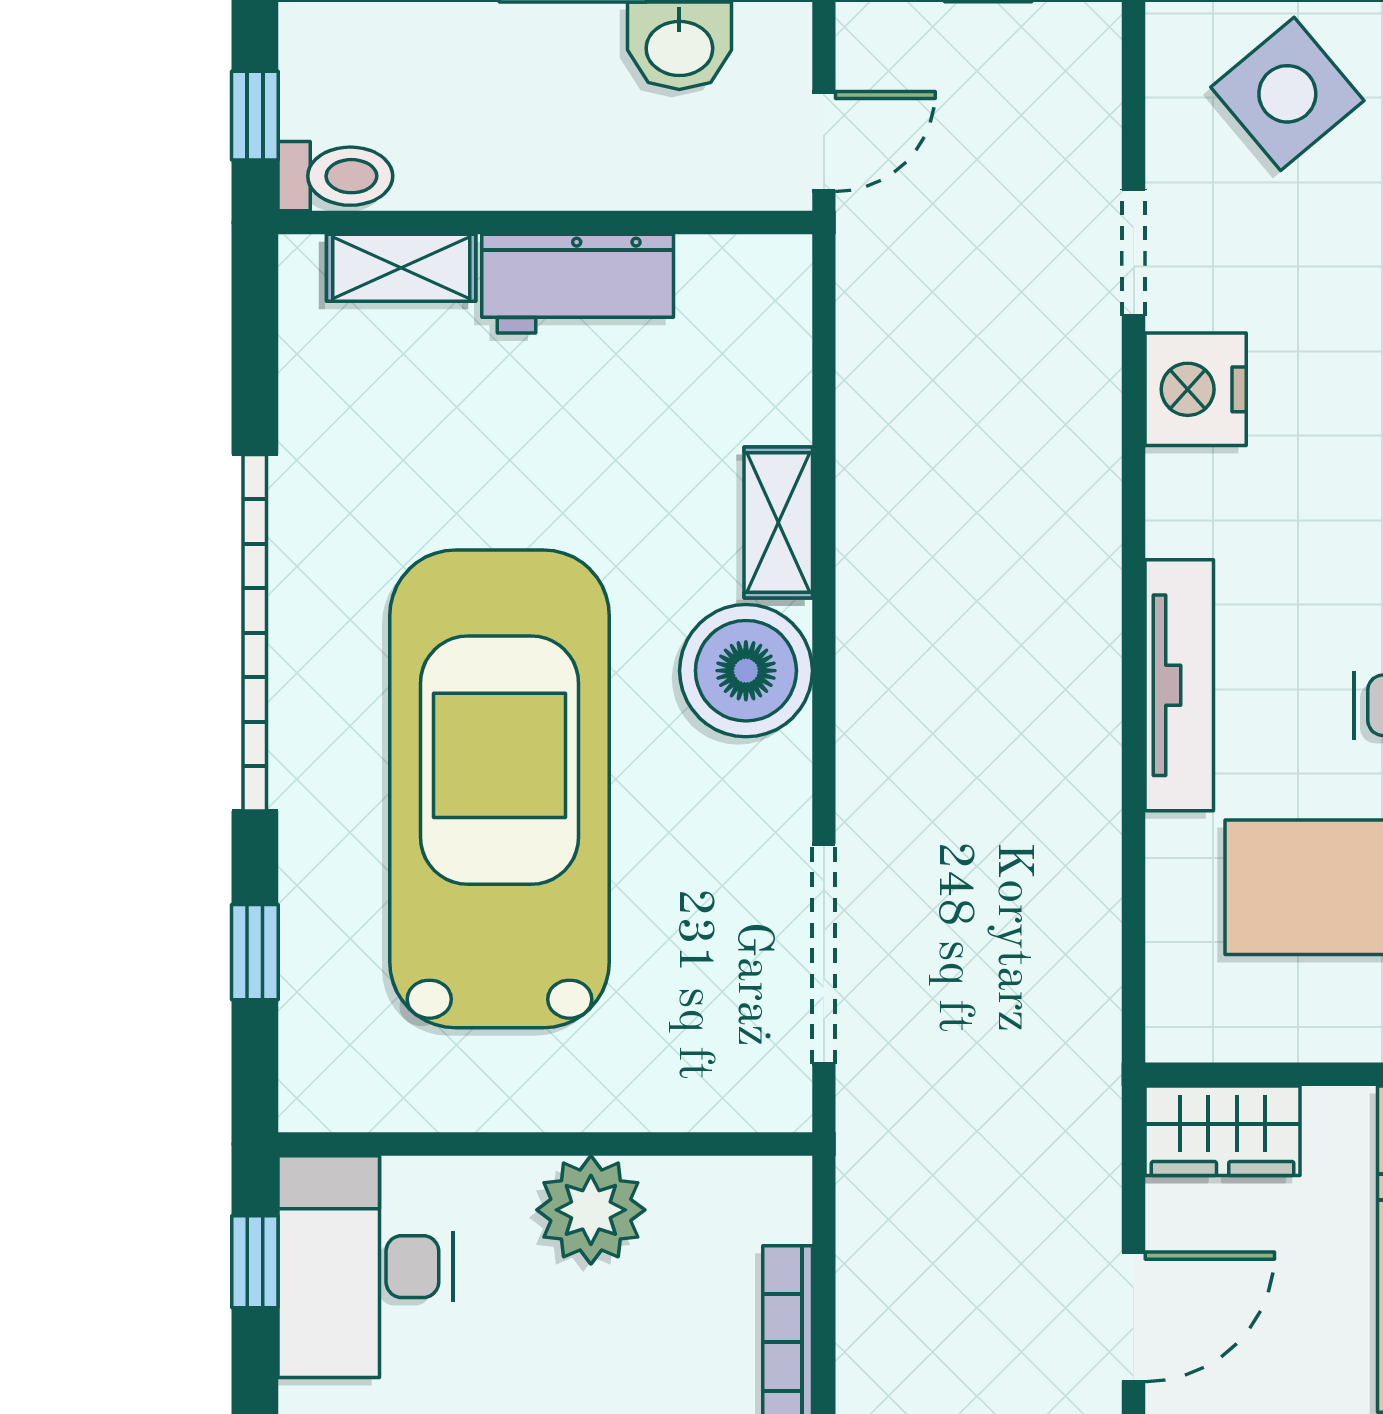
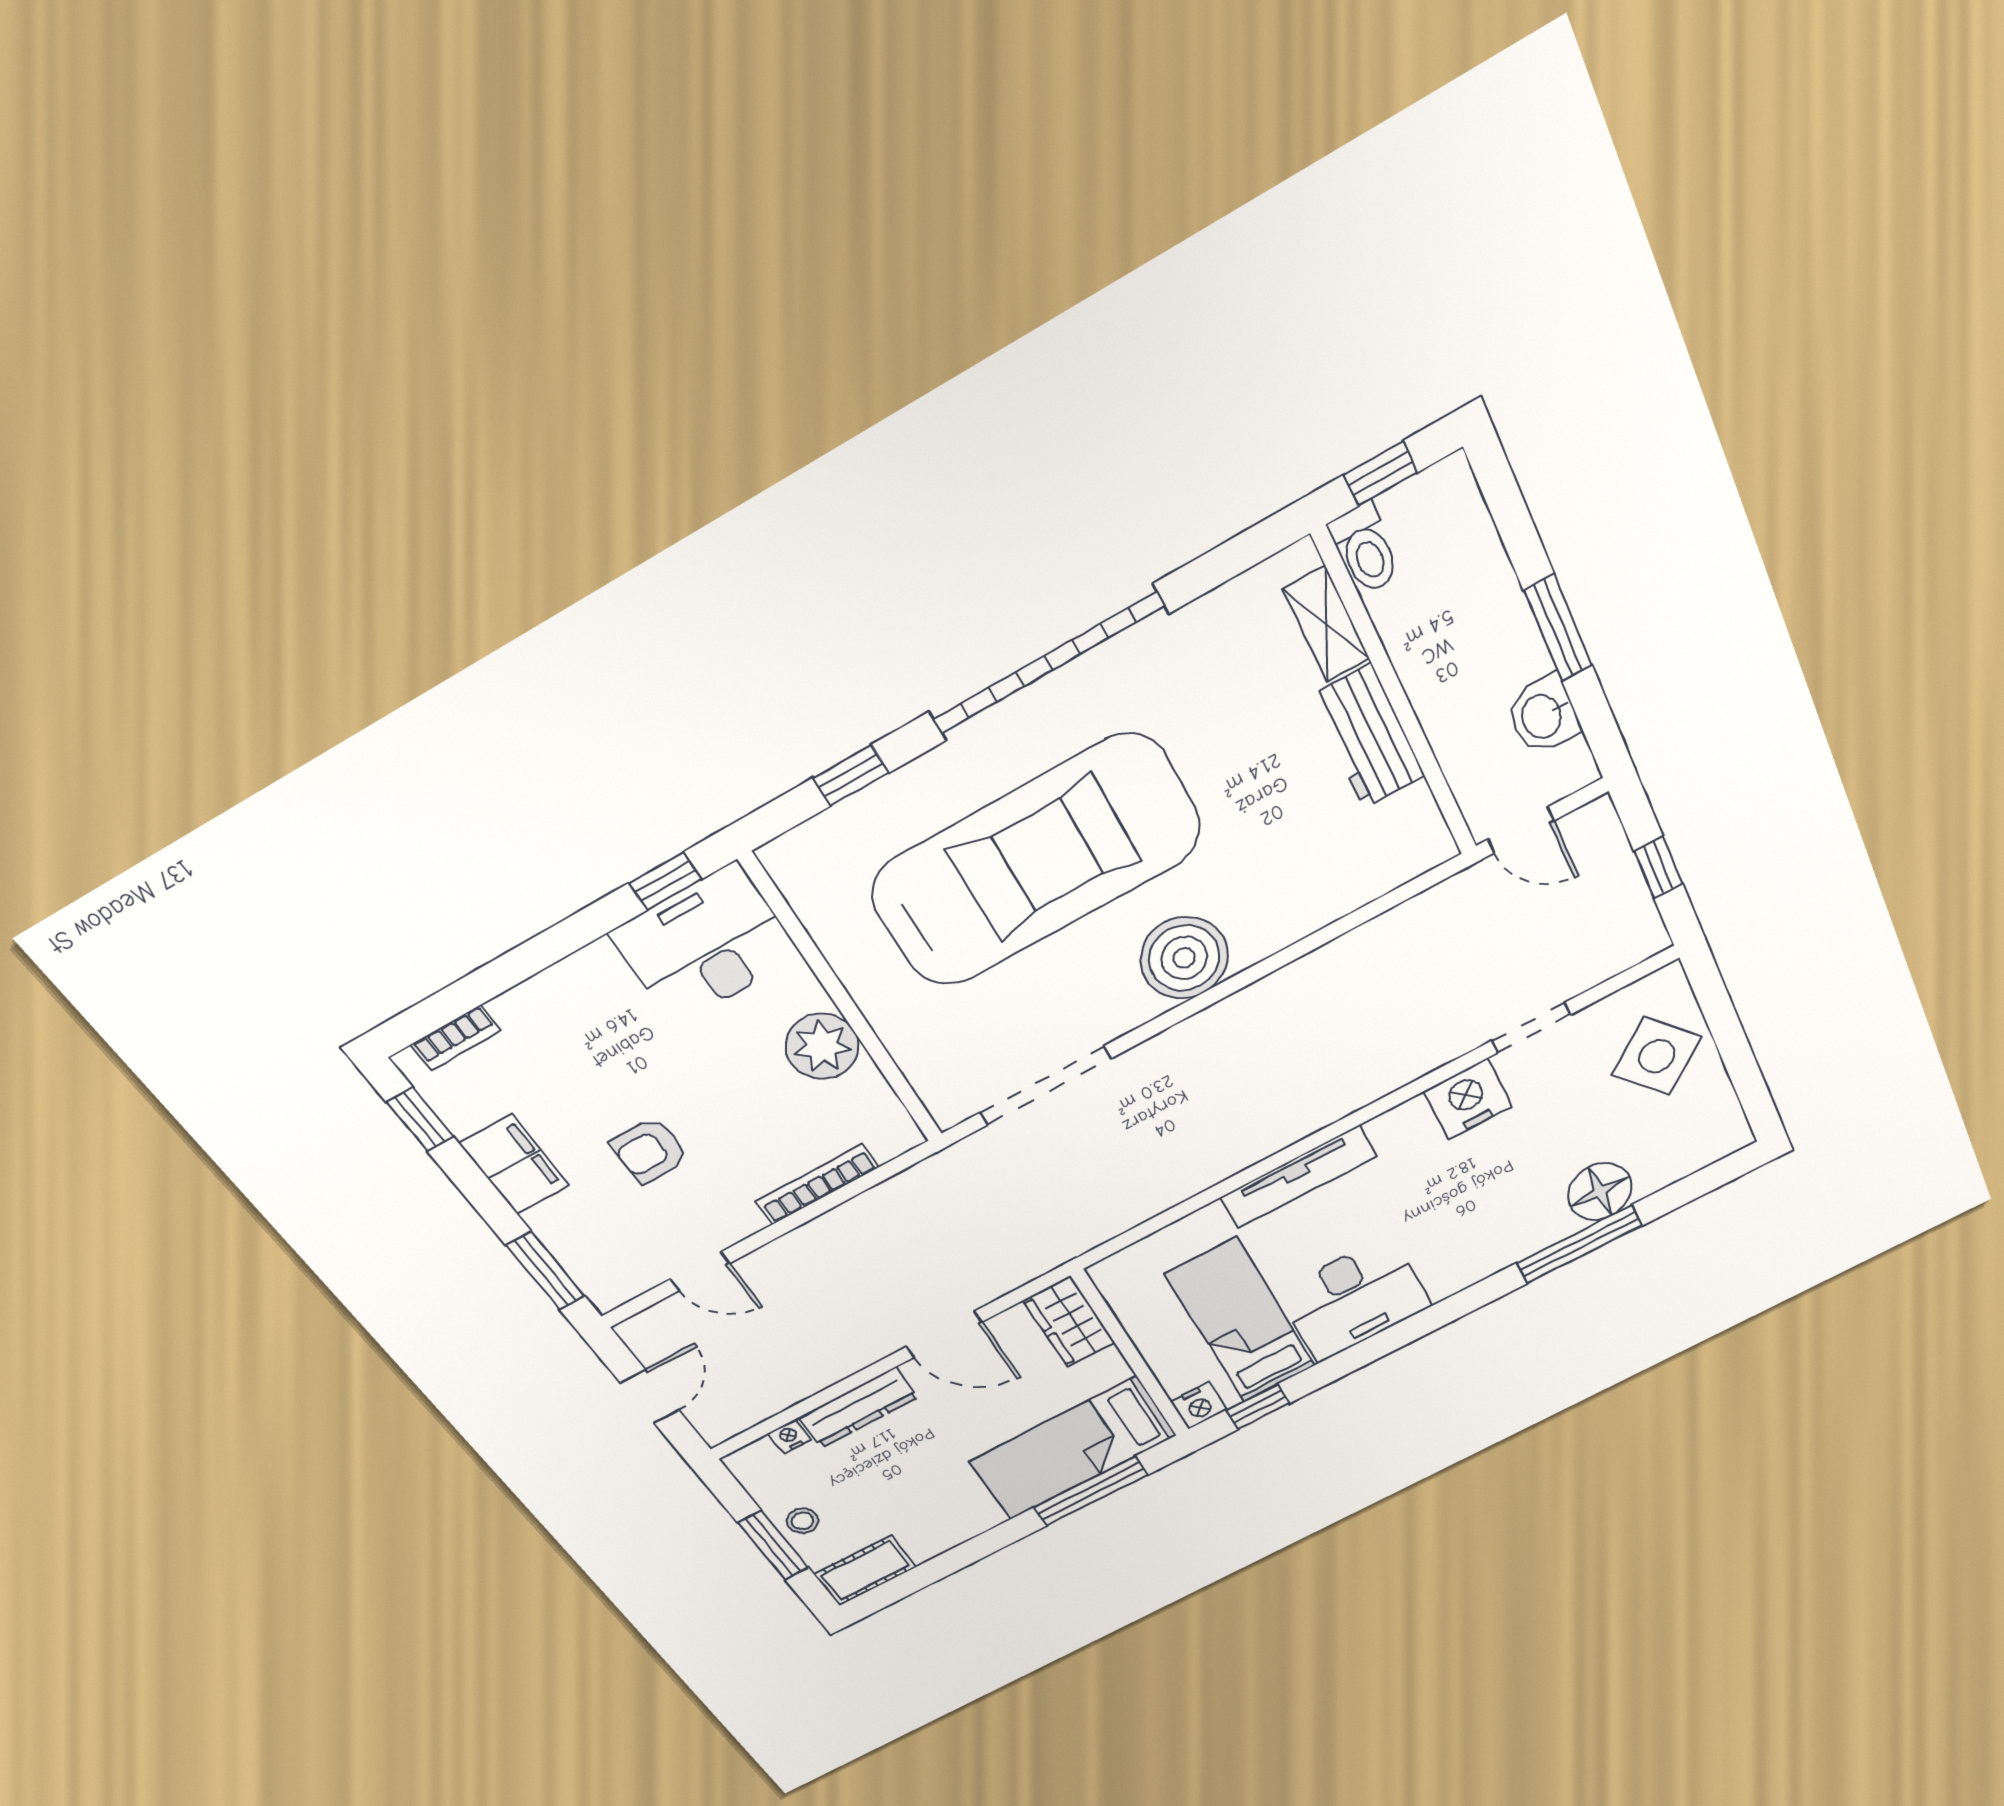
shelving: (778, 523) -> (1281, 928), removed

